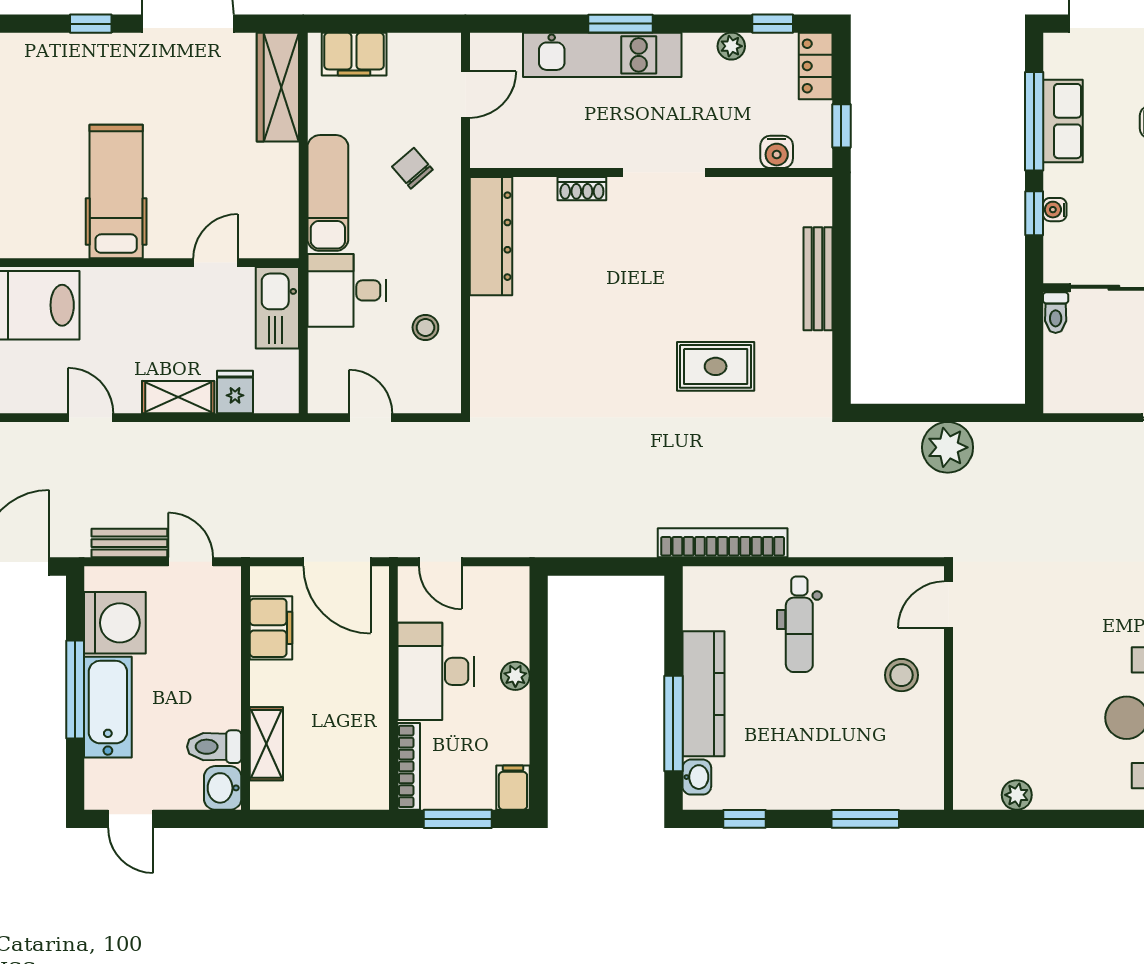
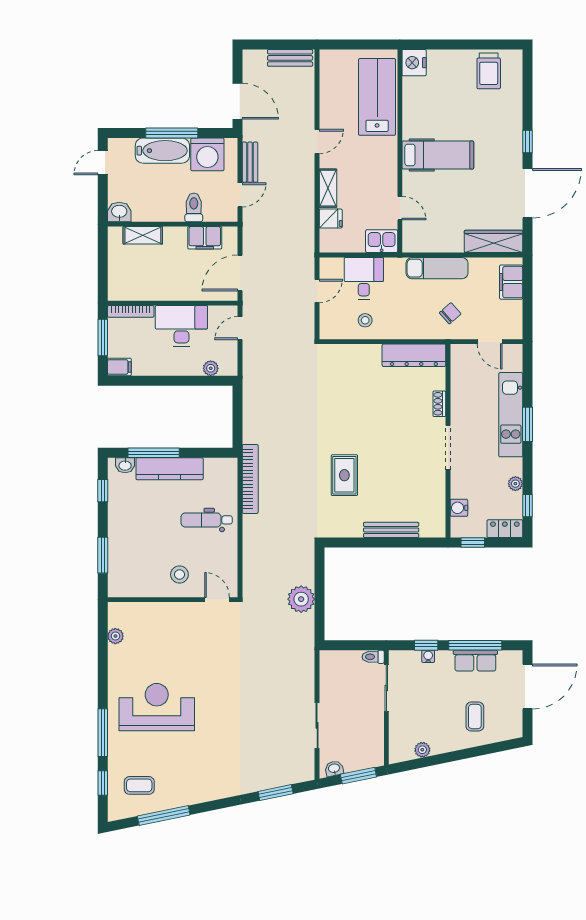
desk: (347, 290) -> (364, 278), moved
kitchen sink: (277, 308) -> (382, 241), width x0.73
plant: (515, 676) -> (211, 368), moved
toilet: (214, 747) -> (194, 207), moved

